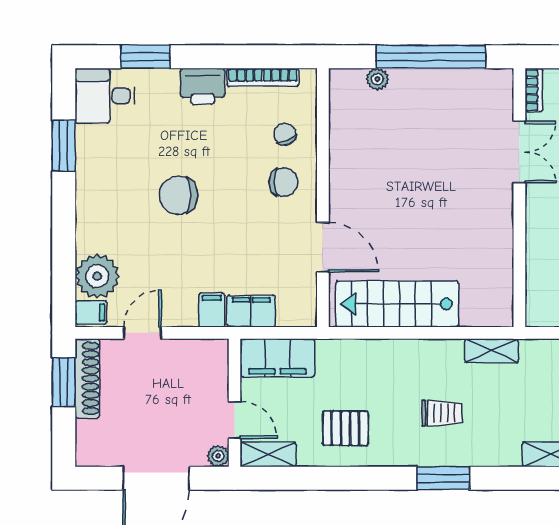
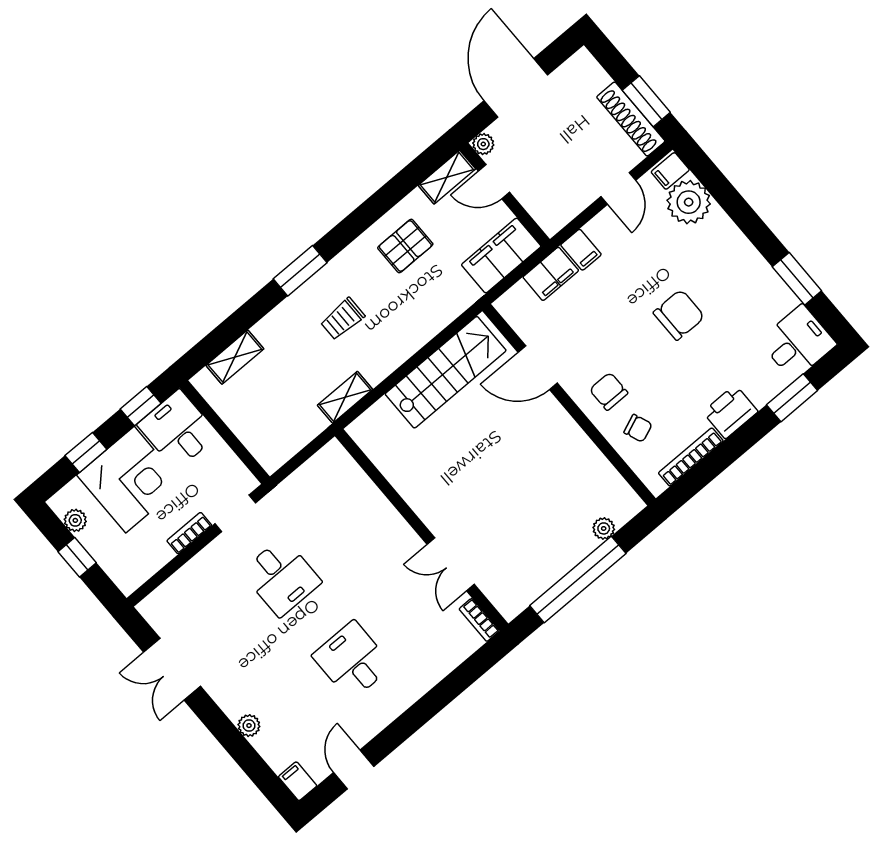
chair: (283, 182) -> (609, 391), turned 90

